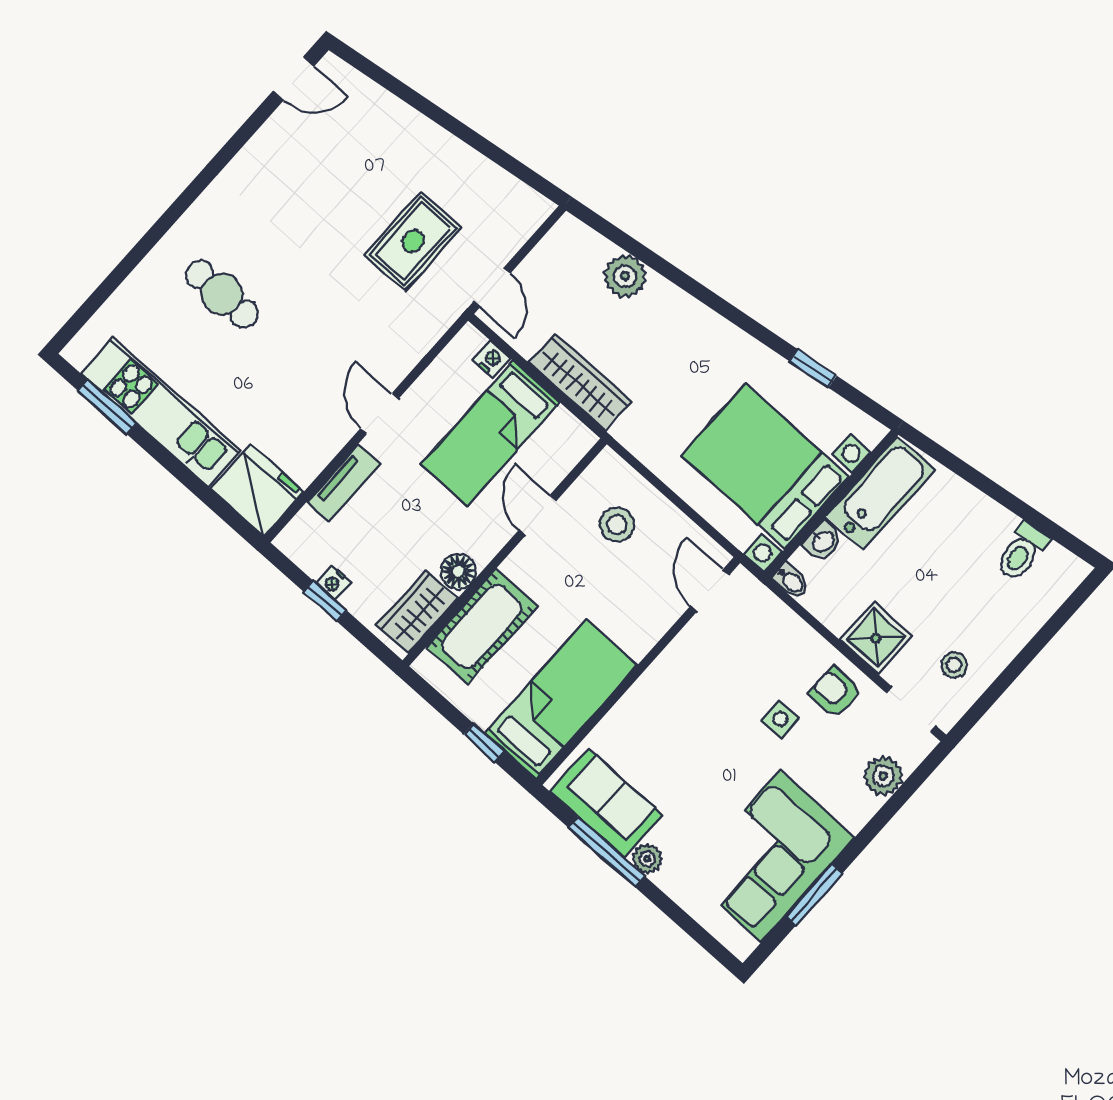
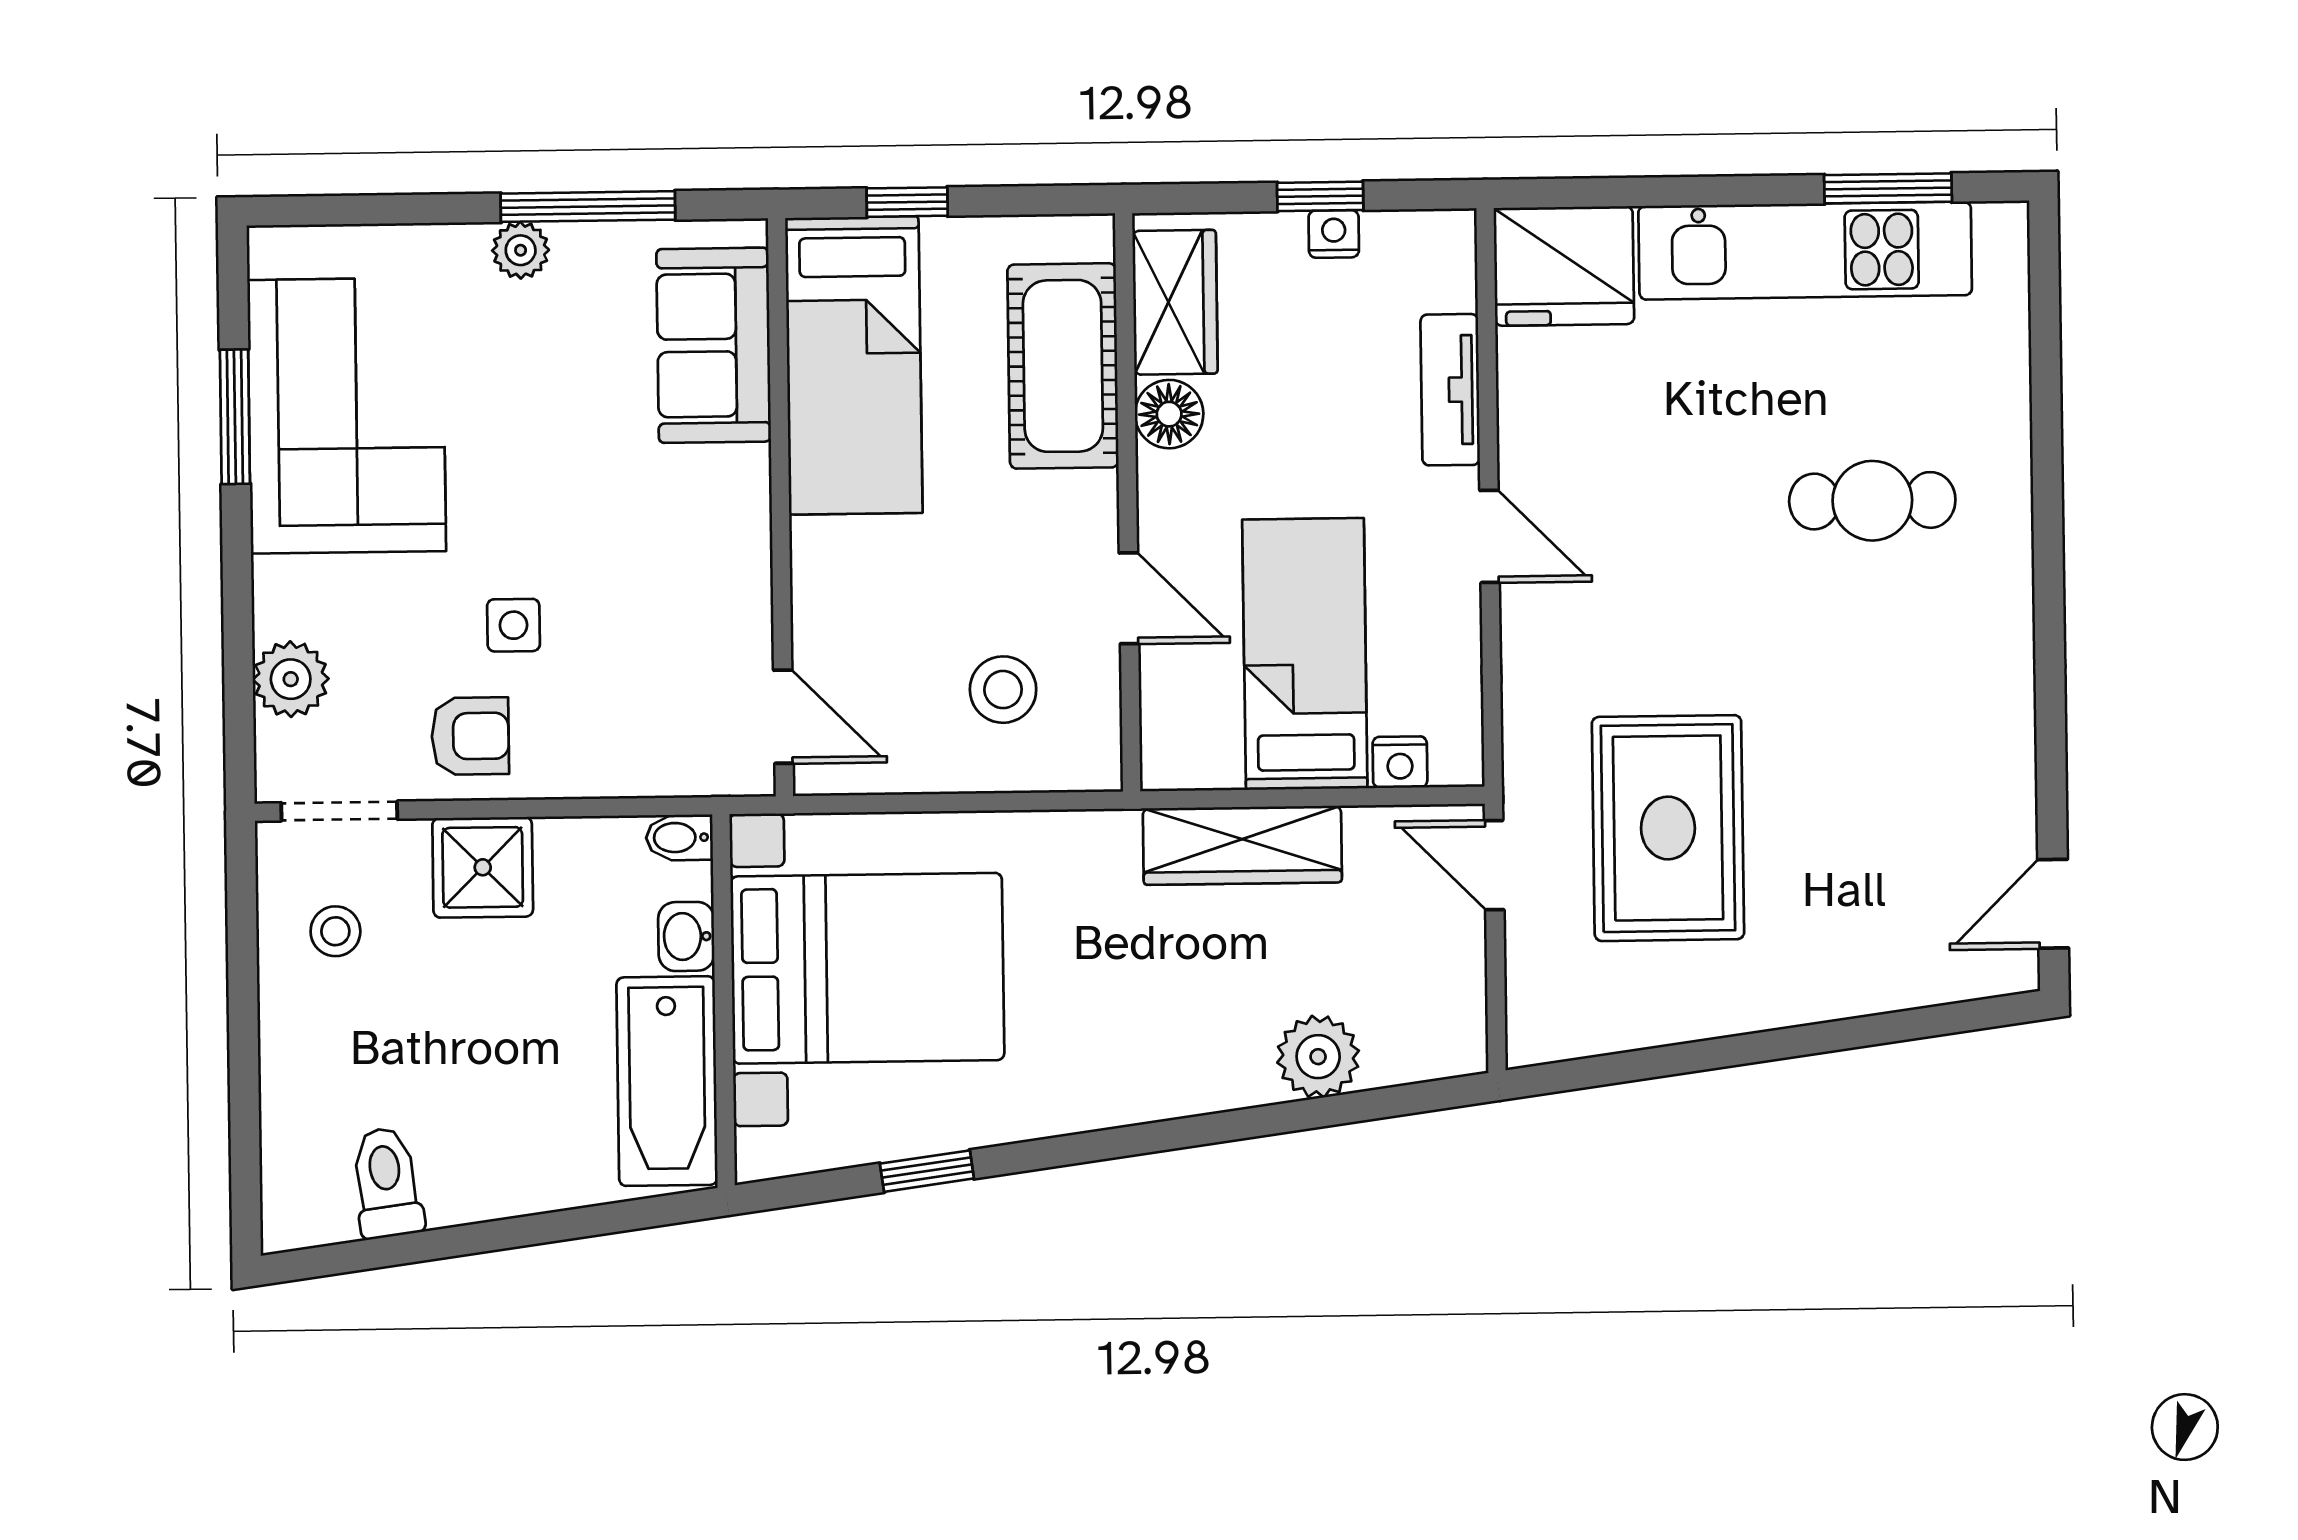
rug: (413, 241) -> (1668, 828), width x1.36, depth x1.43
sofa: (606, 803) -> (714, 345), moved, turned 90

